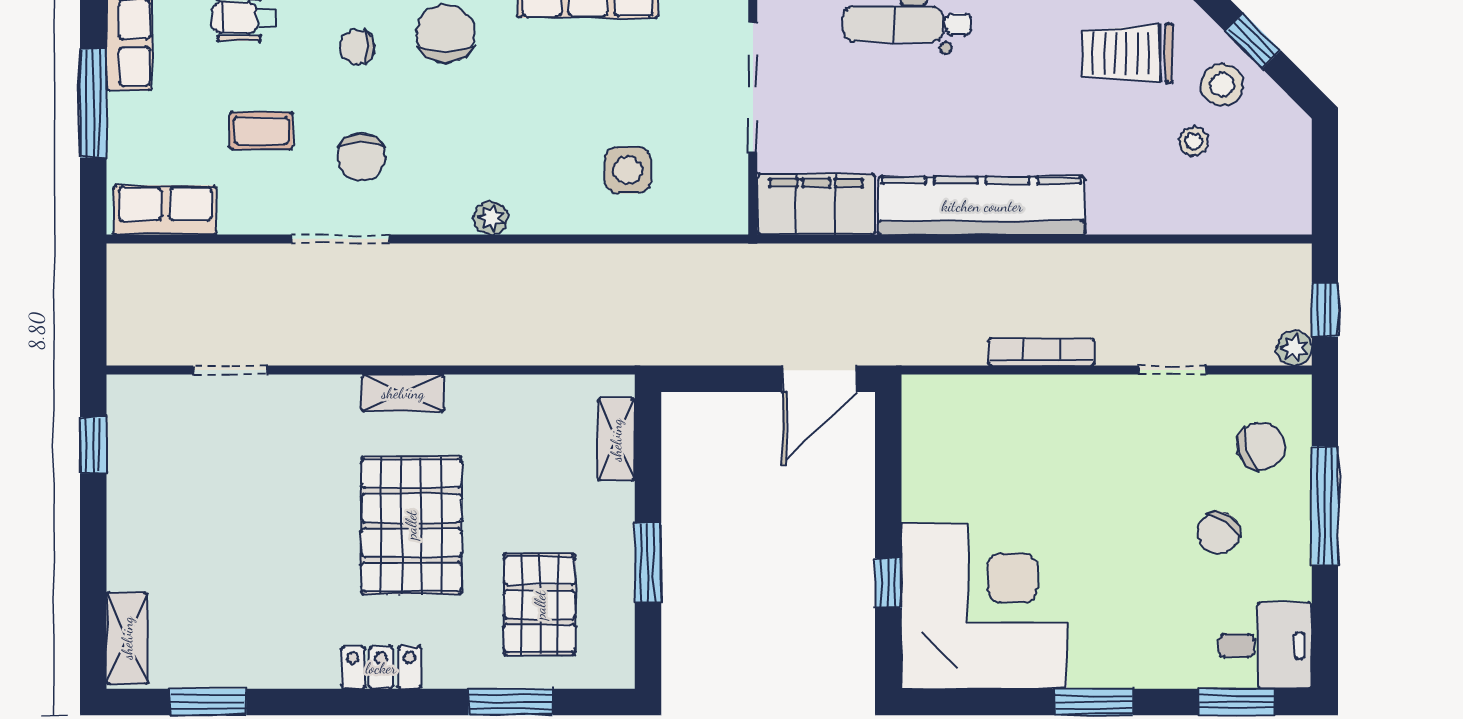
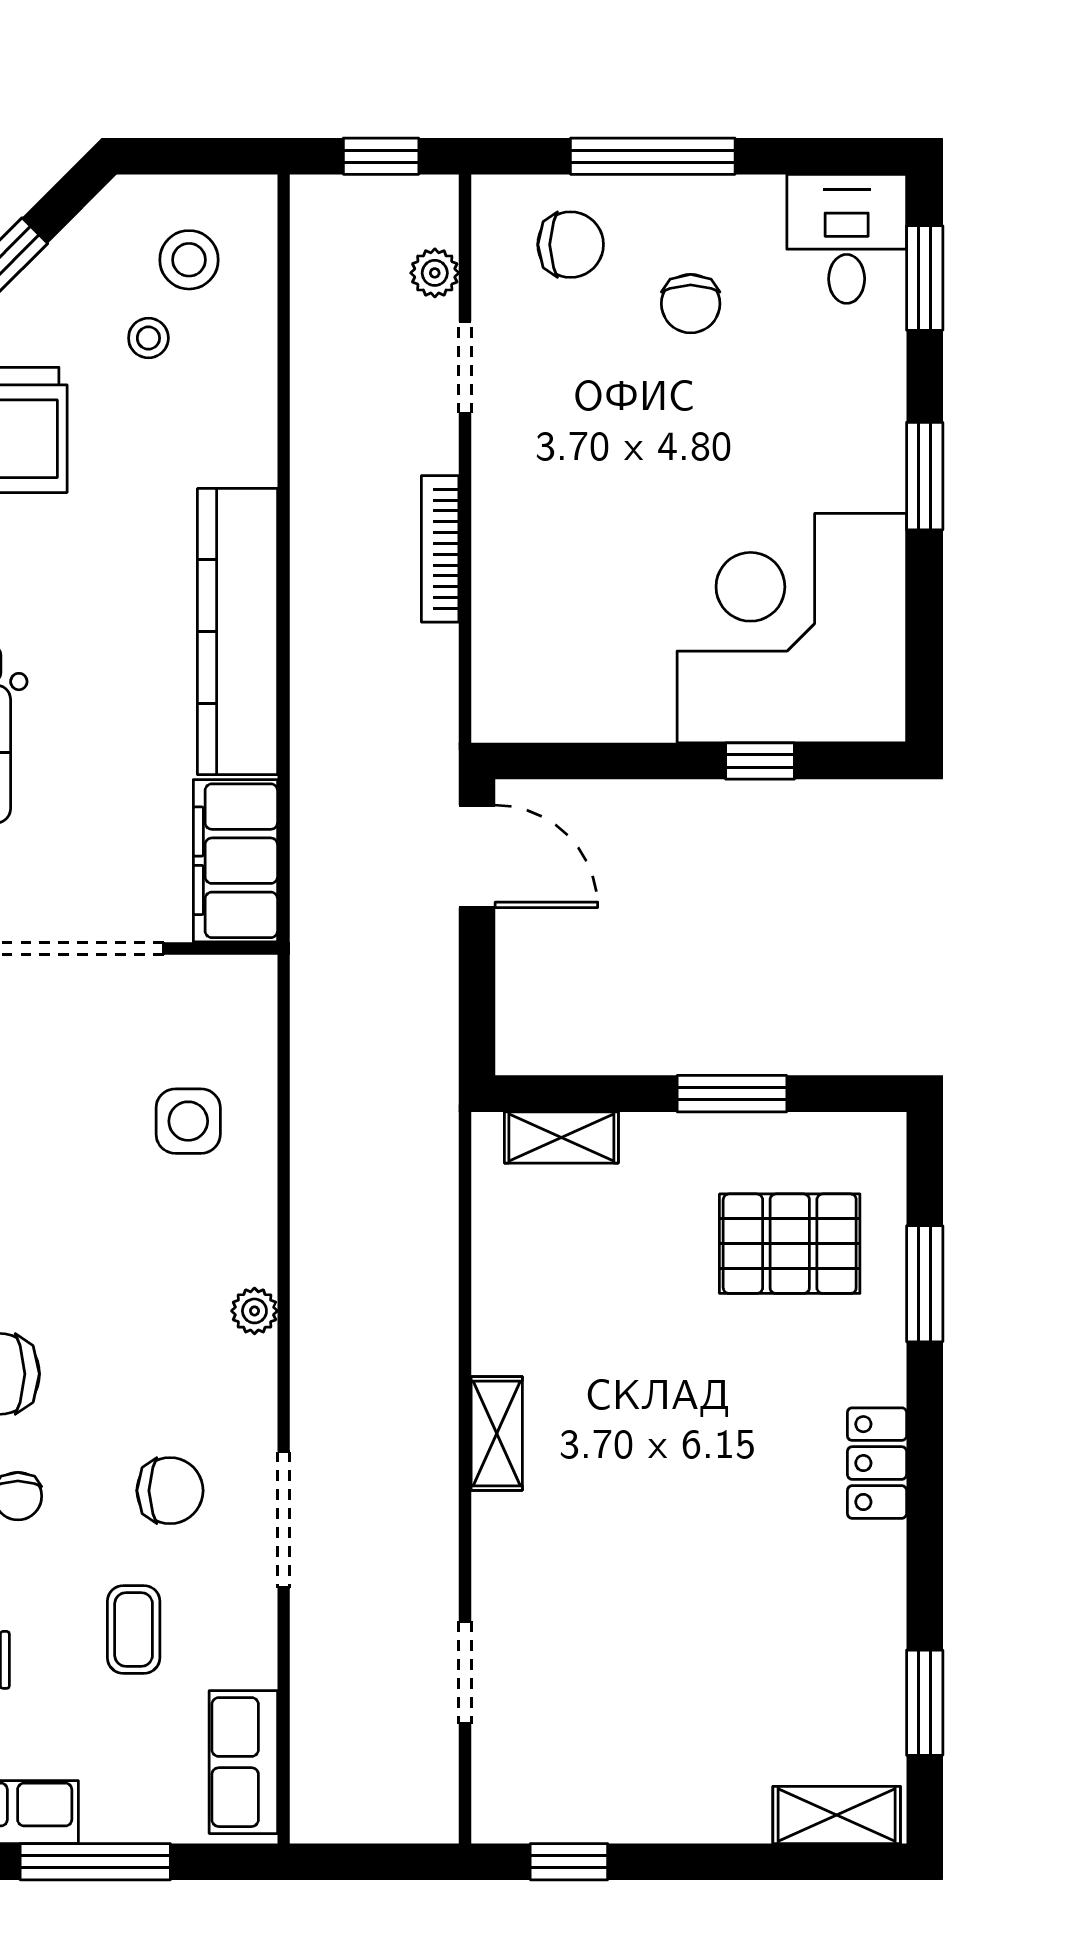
stool: (1222, 85) -> (189, 260), moved
plant: (1294, 348) -> (435, 273), moved
chair: (1261, 446) -> (571, 245), turned 105
pallet: (411, 525) -> (680, 1421), removed
chair: (1218, 533) -> (691, 304), turned 56

